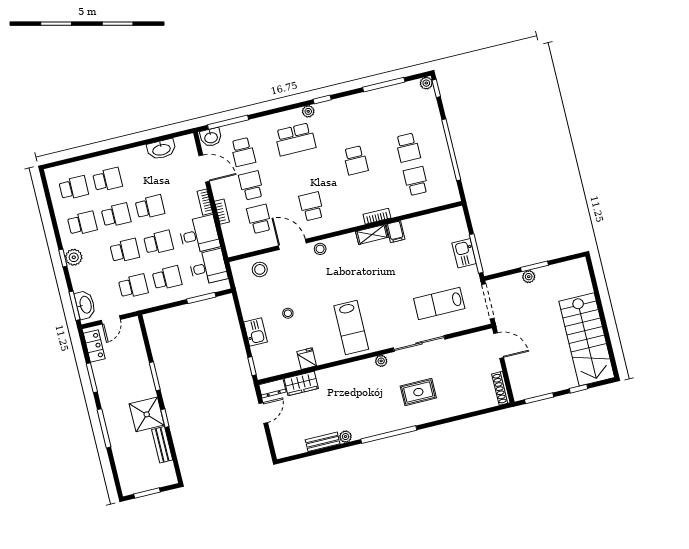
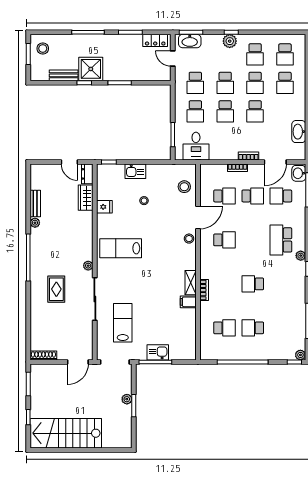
desk: (199, 235) -> (224, 145), removed
stool: (136, 477) -> (43, 48), added

